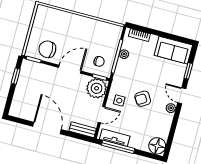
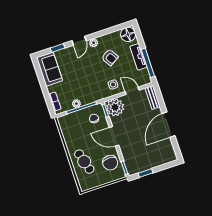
cafe table: (65, 25) -> (84, 162), added
armchair: (143, 99) -> (110, 57), moved
tv unit: (115, 138) -> (138, 57), moved

